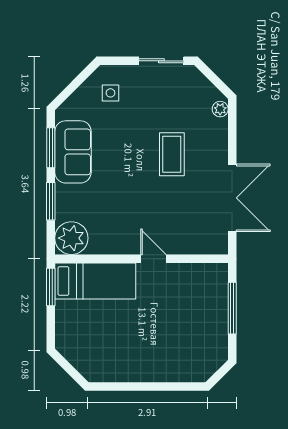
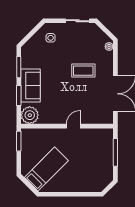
sofa: (73, 152) -> (31, 86), moved
coffee table: (172, 154) -> (83, 71), turned 90
door: (153, 259) -> (73, 126), hinge flipped
bed: (95, 281) -> (46, 169), moved, turned -45

